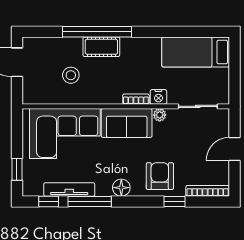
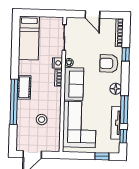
cot: (101, 47) -> (24, 87), moved

